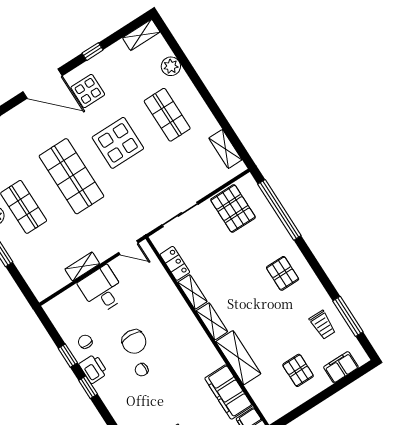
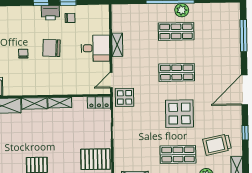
trolley: (127, 76) -> (217, 145), added
display table: (88, 91) -> (125, 97), moved
shop shelf: (71, 176) -> (177, 72), width x0.70, depth x0.74
locker: (175, 263) -> (99, 102), moved
chair: (142, 370) -> (23, 54), moved

